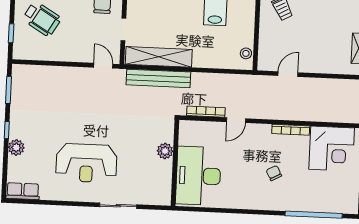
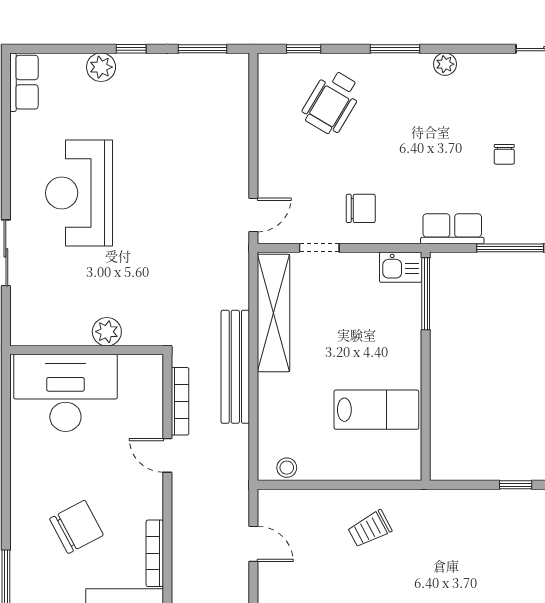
bench: (158, 78) -> (235, 367), moved
chair: (274, 173) -> (76, 527), width x1.87, depth x1.87

